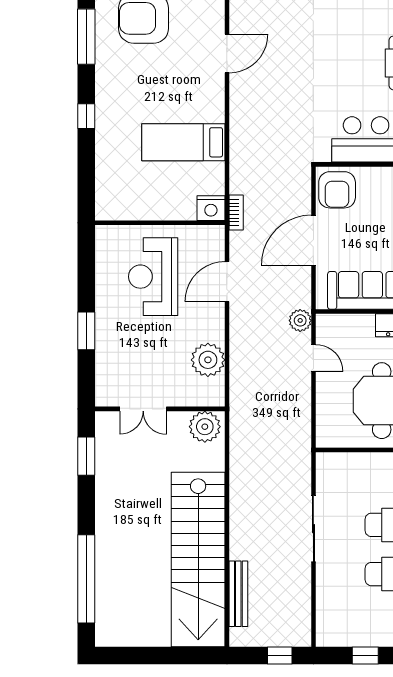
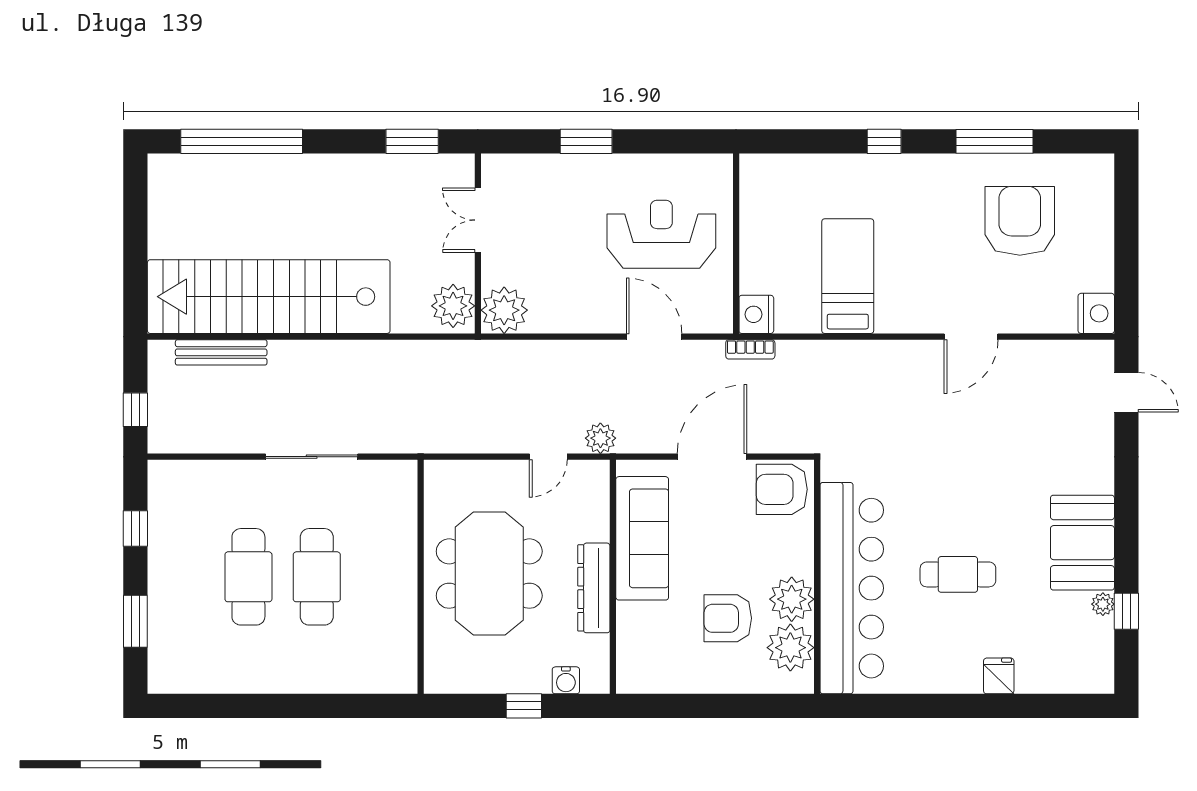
door: (227, 53) -> (971, 337), hinge flipped
door: (313, 240) -> (712, 457), hinge flipped
plant: (208, 360) -> (504, 310), moved

